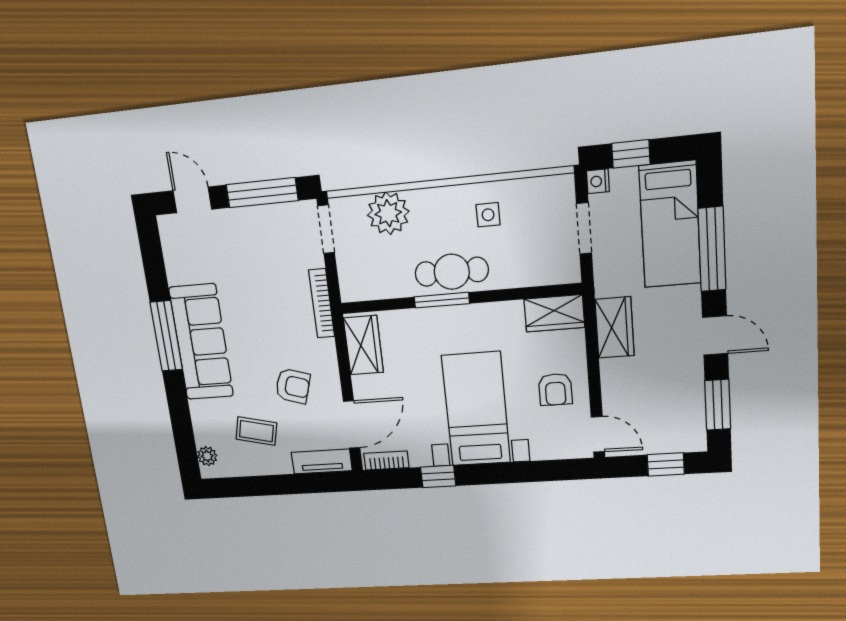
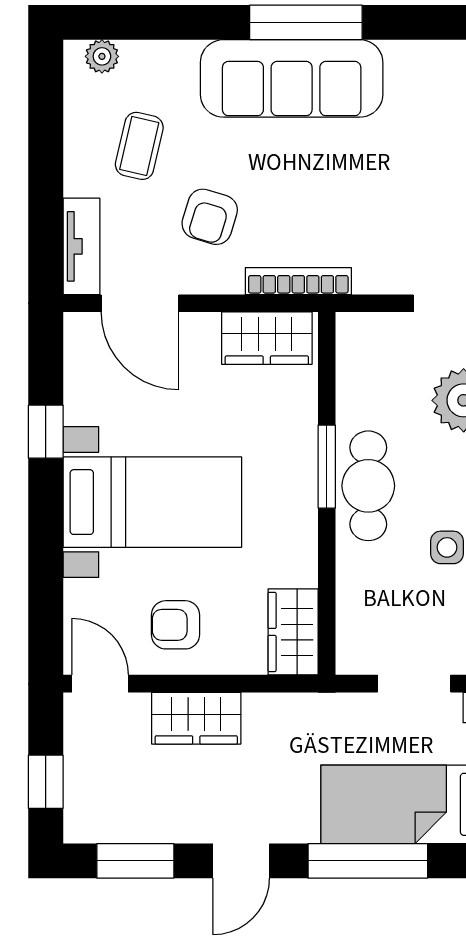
bookcase: (322, 303) -> (298, 281), moved
wardrobe: (615, 327) -> (196, 718), moved
door: (598, 434) -> (100, 684), swing flipped
bookcase: (386, 461) -> (77, 352), removed

